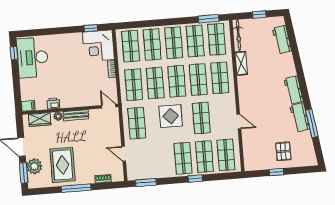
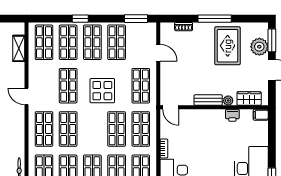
shelving: (241, 63) -> (19, 48), moved
shop shelf: (177, 81) -> (117, 42), moved
door: (239, 121) -> (27, 96), moved

